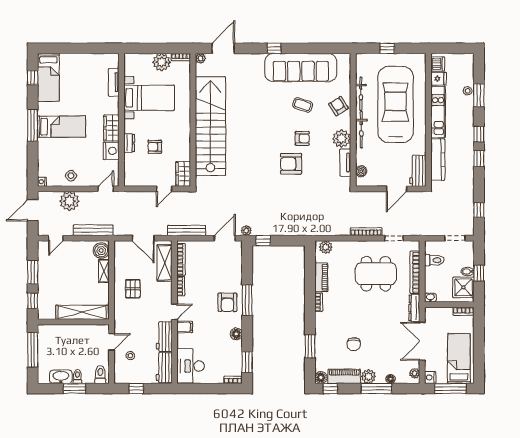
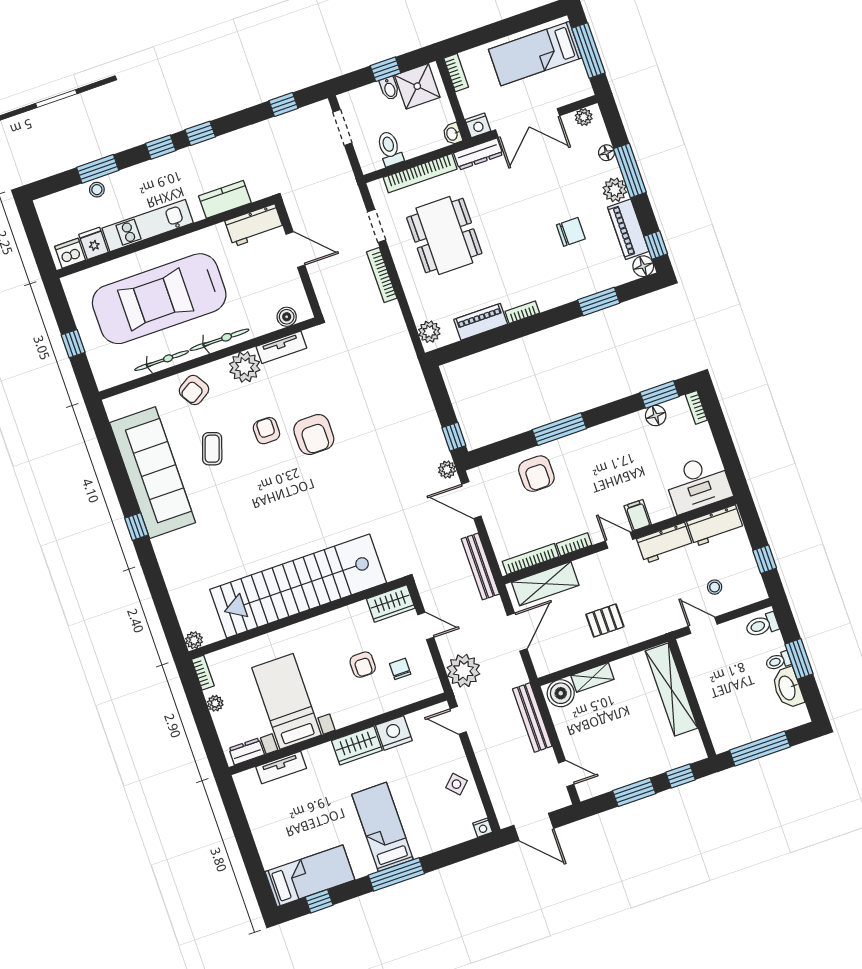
door: (223, 48) -> (165, 609), removed
plant: (162, 62) -> (215, 703), width x0.53, depth x0.53
dresser: (129, 143) -> (247, 751), moved
kitchen counter: (438, 160) -> (225, 199), width x0.67
chair: (145, 167) -> (400, 669), added
plant: (69, 201) -> (463, 671), moved
armchair: (227, 302) -> (536, 474), moved, turned 90
floor lamp: (236, 334) -> (656, 415), moved
nightstand: (430, 378) -> (478, 125), moved

